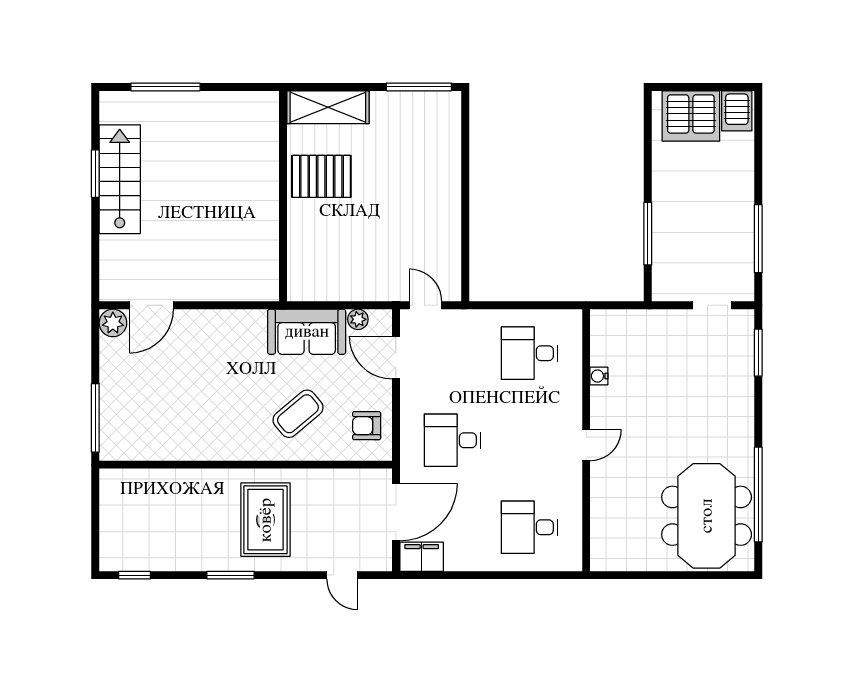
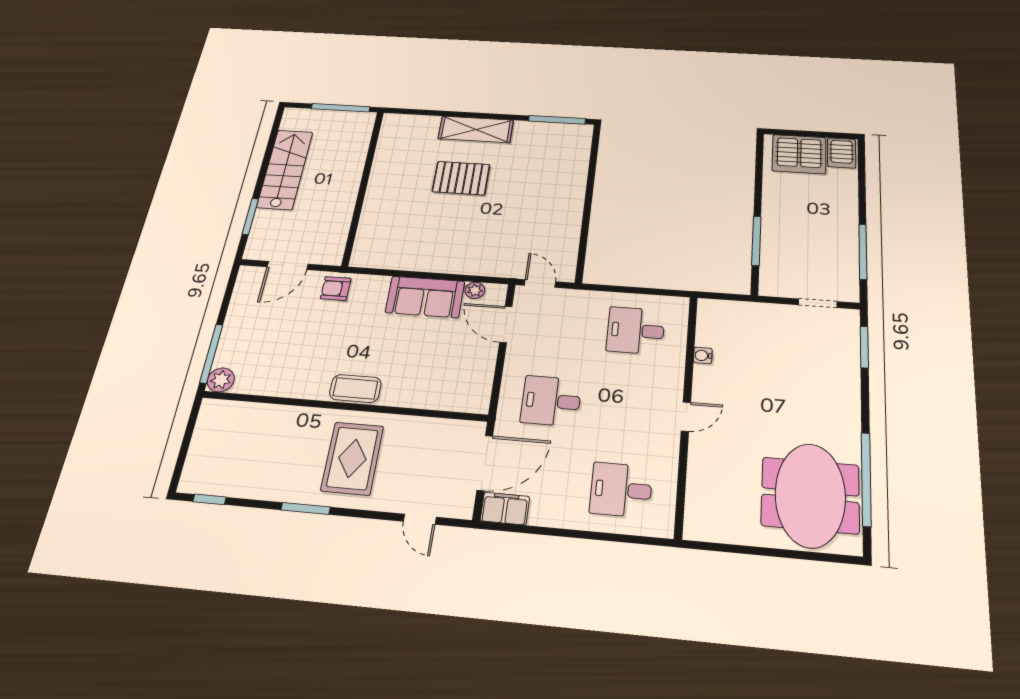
window: (95, 174) -> (250, 217), moved
wall: (283, 196) -> (363, 187), moved
plant: (113, 323) -> (221, 380), moved
coffee table: (298, 414) -> (355, 388), moved, turned 40
armchair: (367, 426) -> (336, 289), moved

